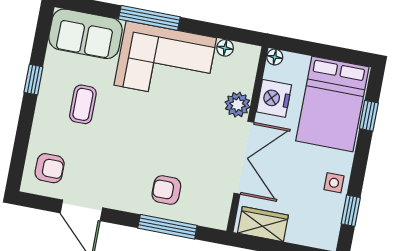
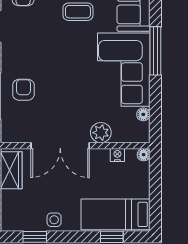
nightstand: (274, 98) -> (117, 155), width x0.53, depth x0.56
bed: (332, 104) -> (116, 214), width x0.67

